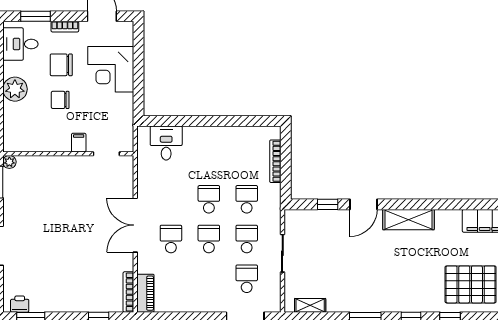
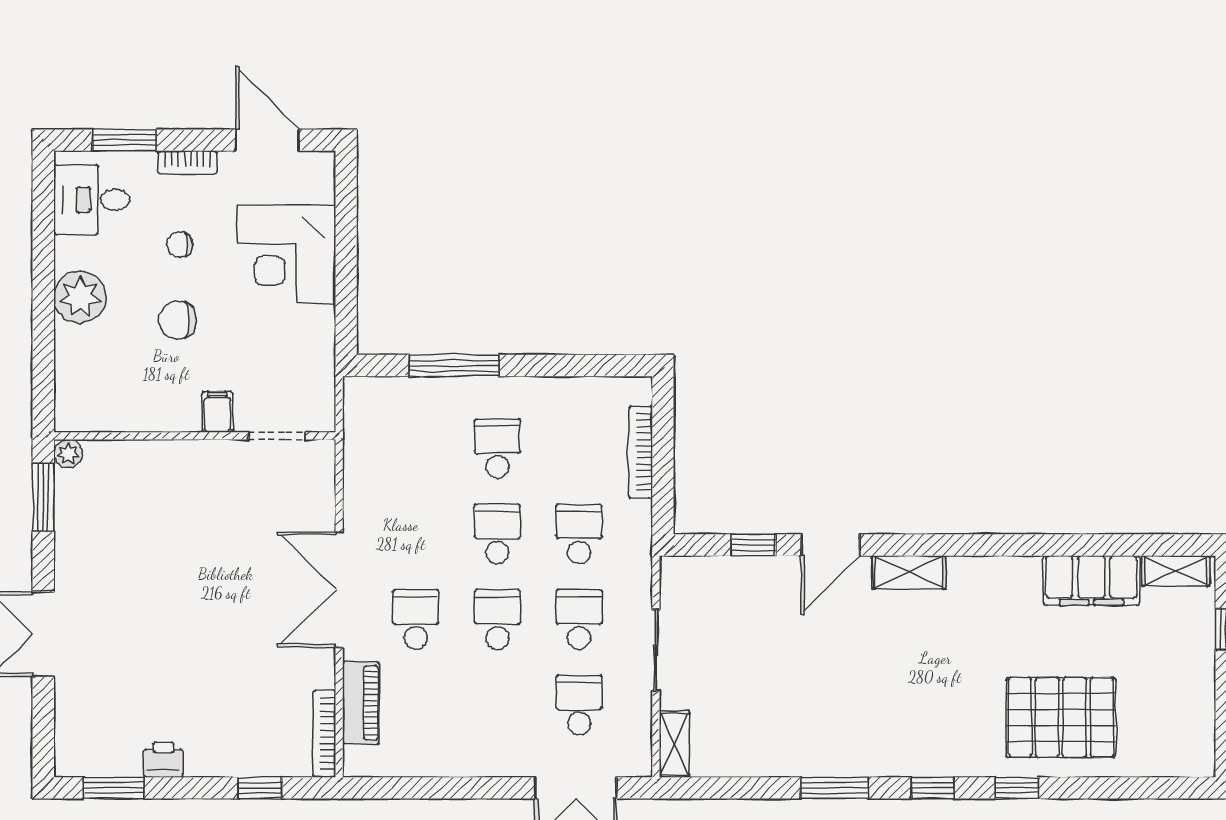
chair: (61, 65) -> (180, 245), width x0.54, depth x0.54
window: (189, 121) -> (454, 365), added
desk: (166, 143) -> (406, 413), removed
school desk: (209, 160) -> (497, 448), added
shelving: (408, 220) -> (909, 572), width x0.67, depth x0.75
piano: (145, 293) -> (361, 703), moved
printer: (20, 304) -> (163, 760), moved
shelving: (310, 305) -> (674, 744), moved, turned 90

